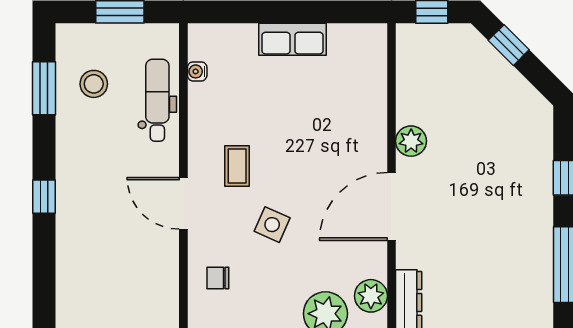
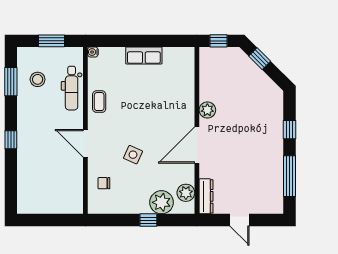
water cooler: (197, 71) -> (93, 52), moved
dental chair: (157, 100) -> (72, 88), turned 180
coffee table: (237, 166) -> (99, 102), moved

